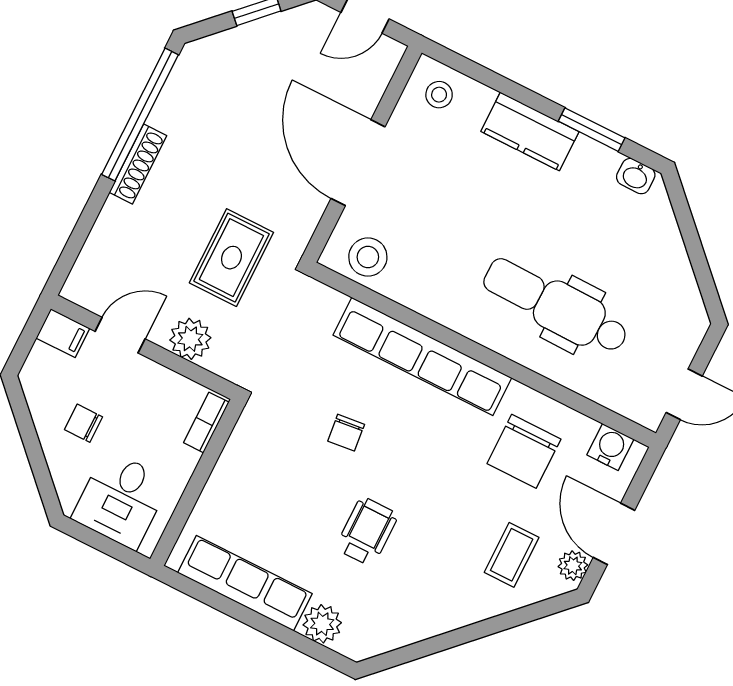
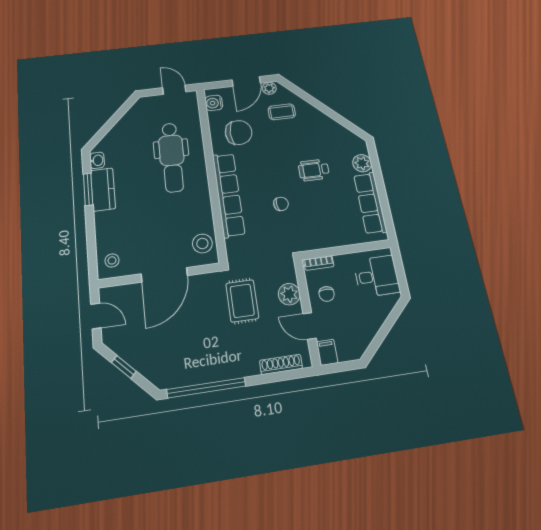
kitchen counter: (530, 132) -> (103, 189), moved
shoe rack: (138, 164) -> (281, 364), moved
rug: (231, 258) -> (242, 301), turned 90
chair: (84, 423) -> (327, 294), moved

